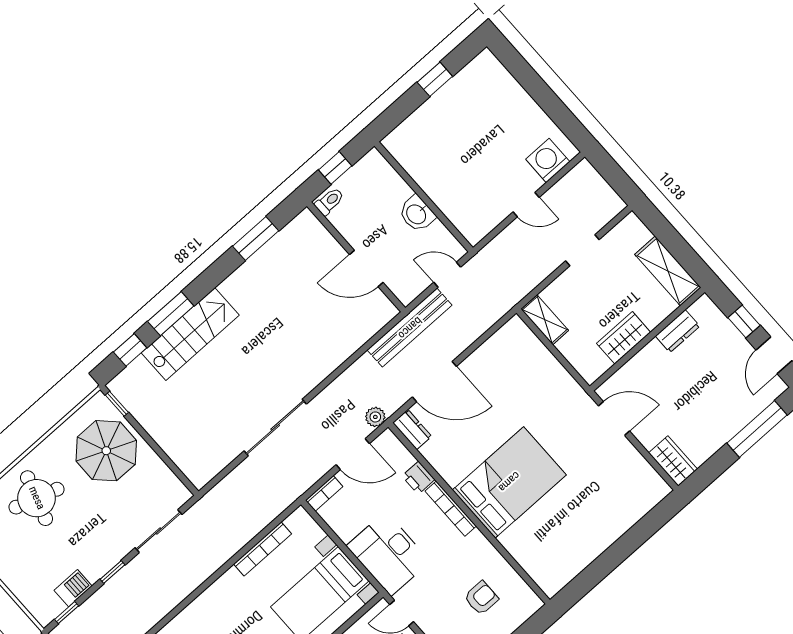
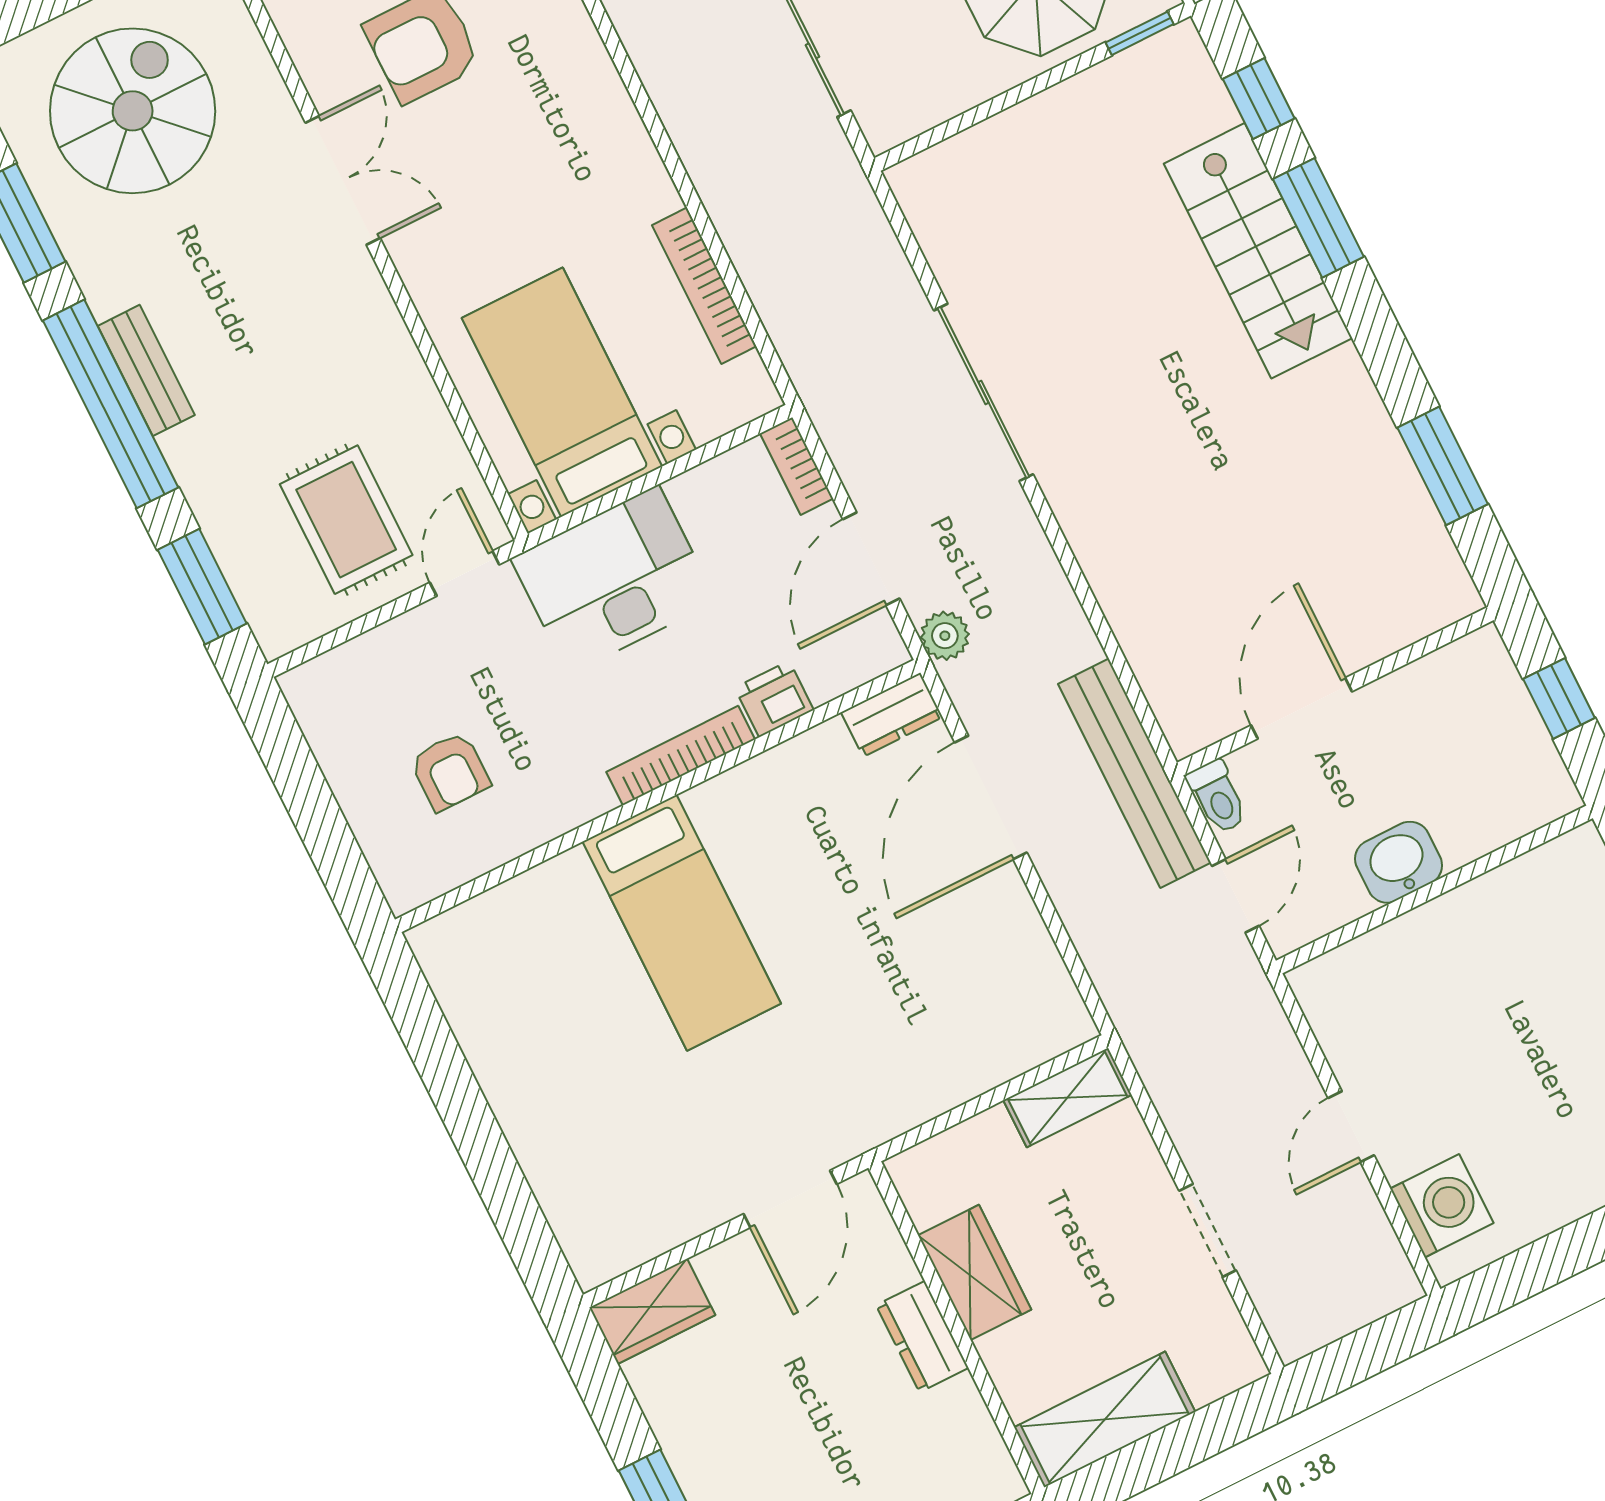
toilet: (329, 201) -> (1218, 797), moved
dresser: (678, 331) -> (922, 1337), moved
bed: (509, 482) -> (682, 923), width x0.67

